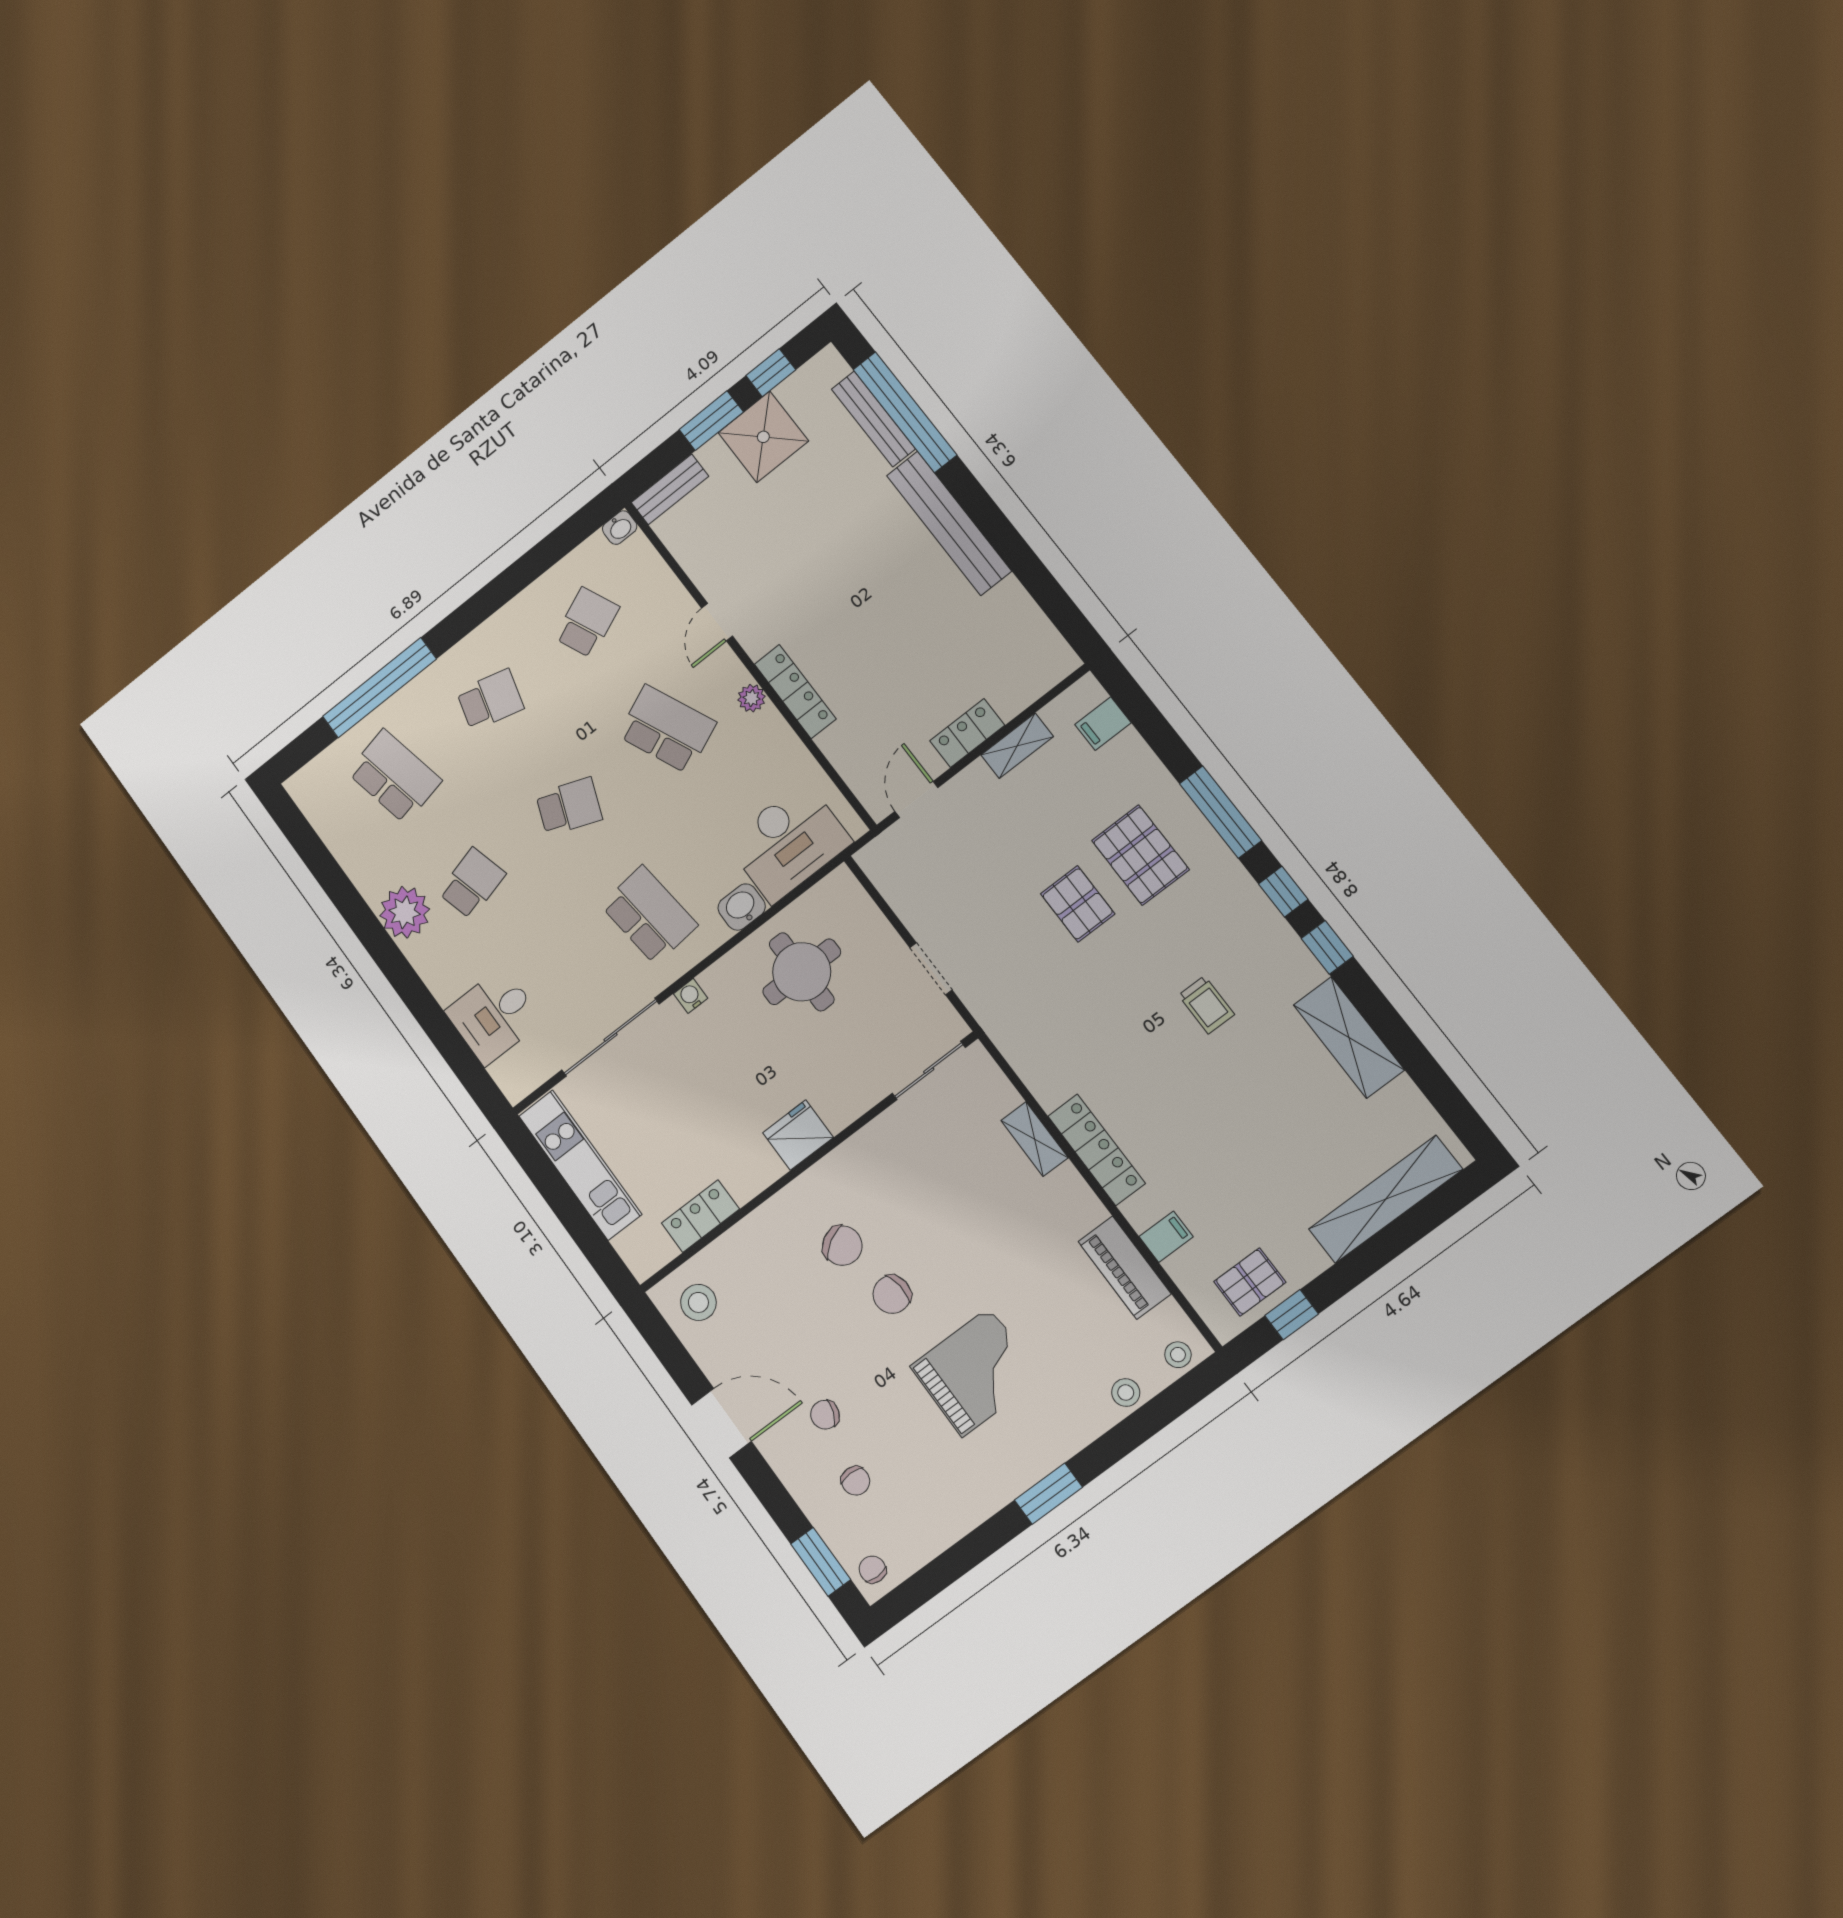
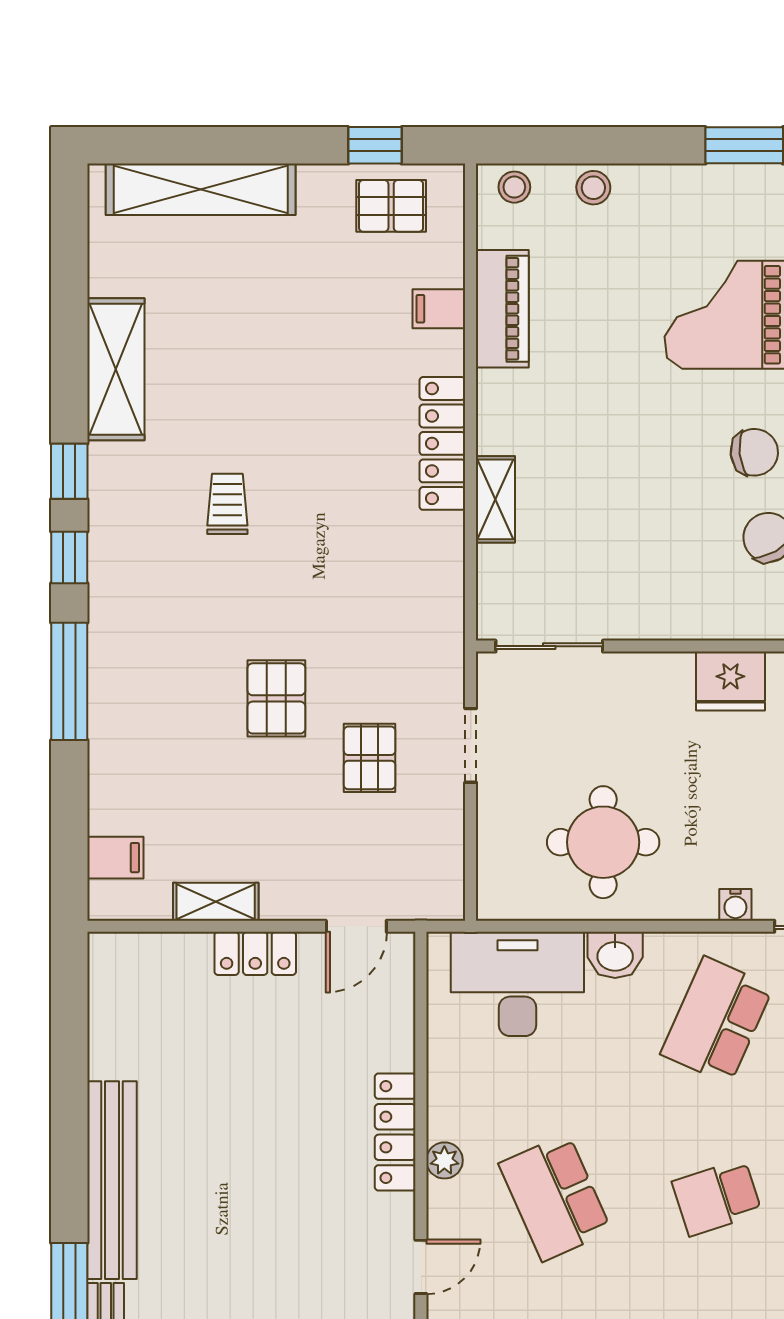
school desk: (569, 807) -> (717, 1197), turned -39
pallet: (1140, 855) -> (370, 758), moved, width x0.67, depth x0.71
school desk: (649, 915) -> (717, 1020), turned 30

